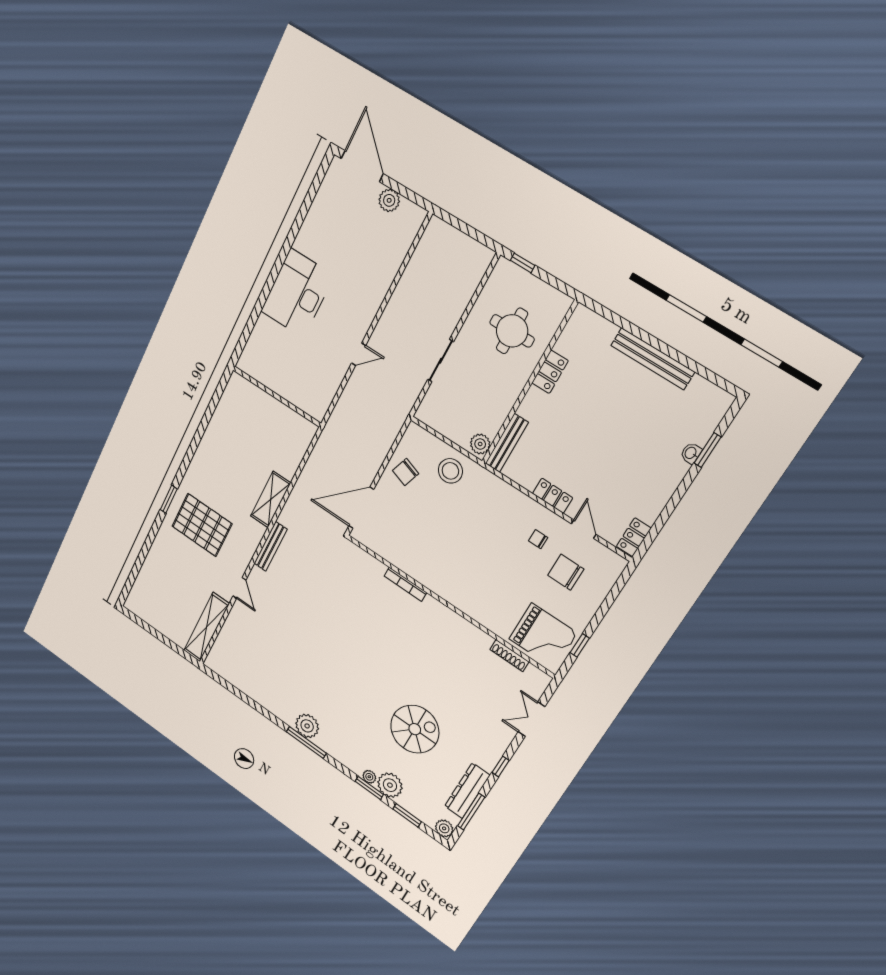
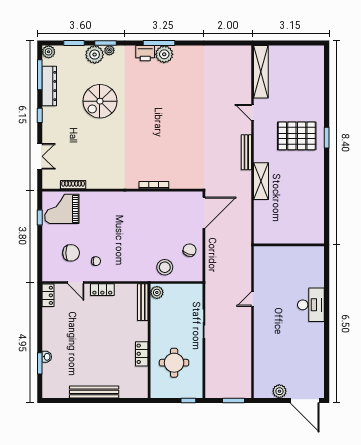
window: (459, 225) -> (234, 400), added
desk: (297, 293) -> (311, 305), width x0.73, depth x0.77
printer: (329, 743) -> (145, 53), added

